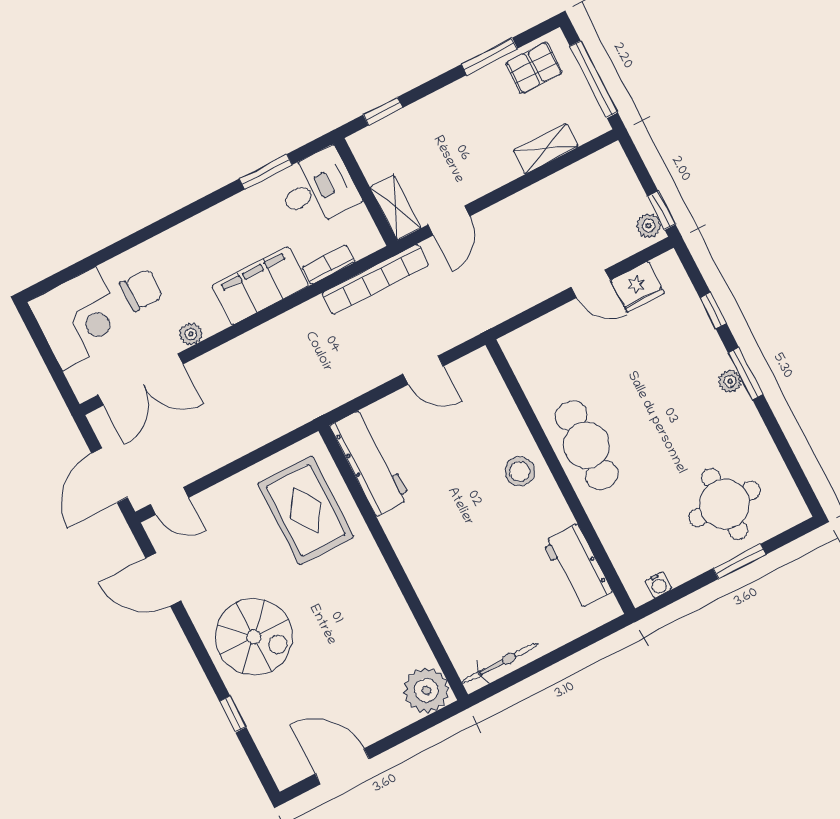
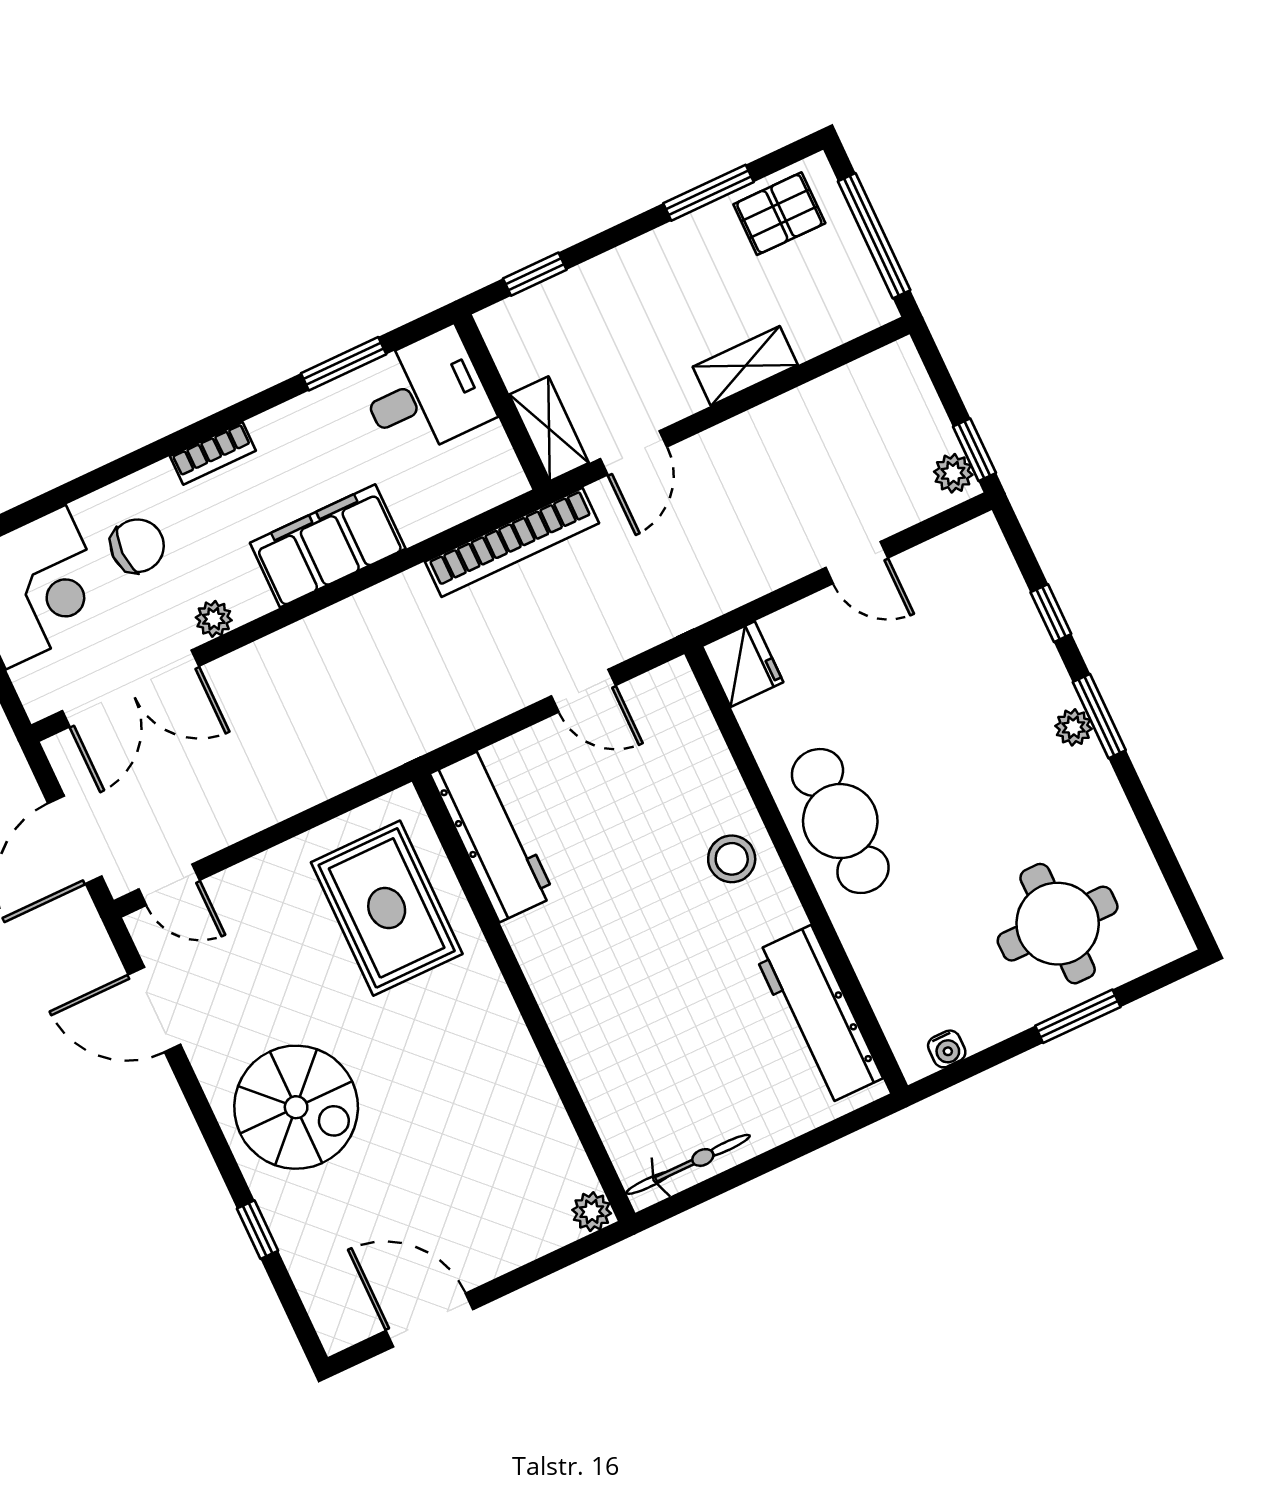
shelving: (546, 149) -> (745, 366), moved
bookcase: (329, 264) -> (213, 453), moved, turned 180
fridge: (638, 287) -> (743, 664), moved, turned -90
workbench: (577, 567) -> (818, 1015), width x1.38
plant: (426, 690) -> (592, 1212), width x0.53, depth x0.53

